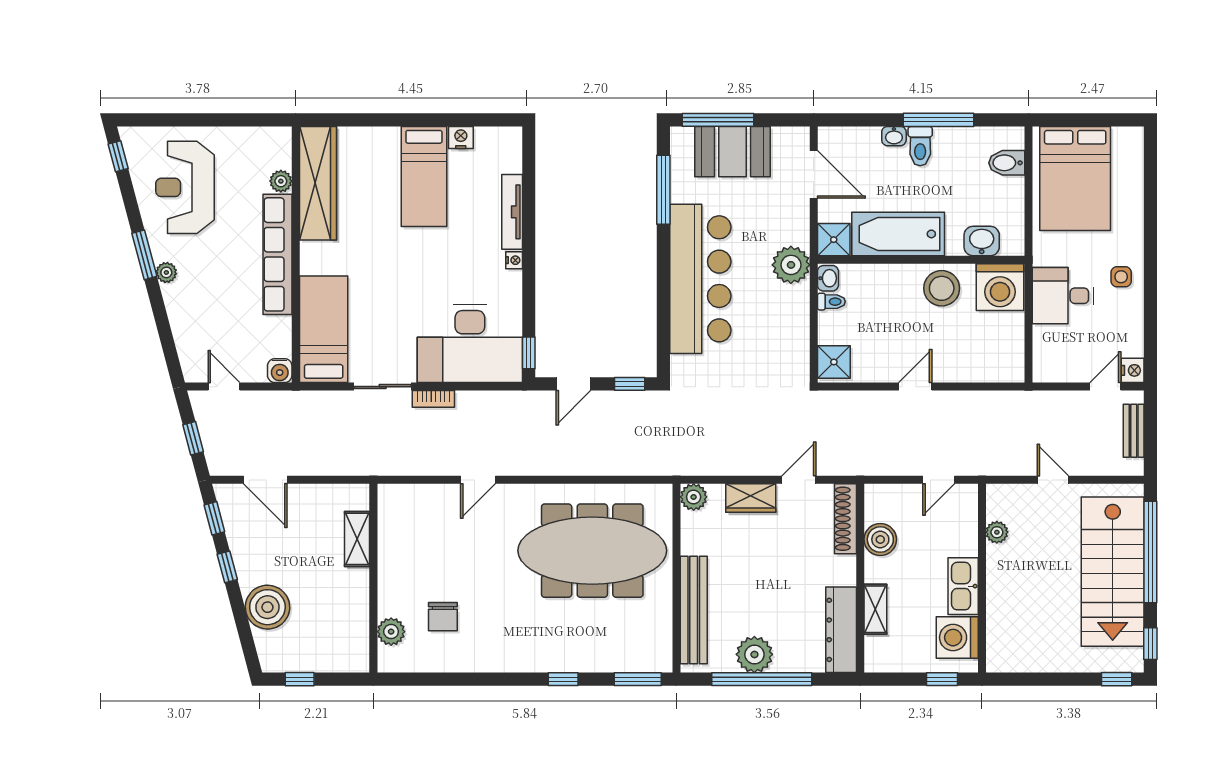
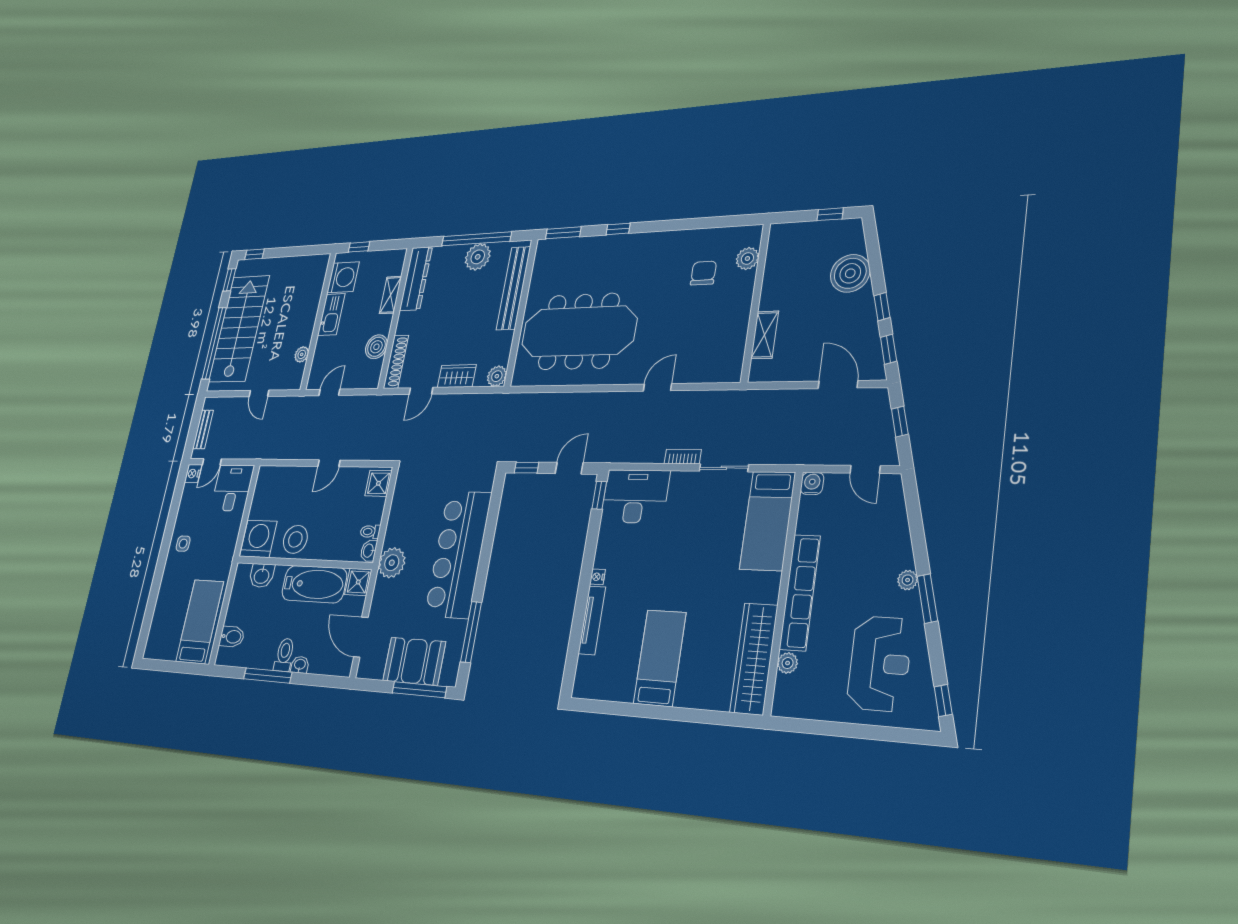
nightstand: (461, 137) -> (623, 692), removed
bed: (1075, 178) -> (200, 622), width x0.67
desk: (1063, 296) -> (232, 488), moved, turned -90
desk: (470, 343) -> (635, 496), width x0.73, depth x0.77

